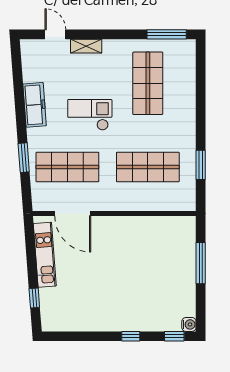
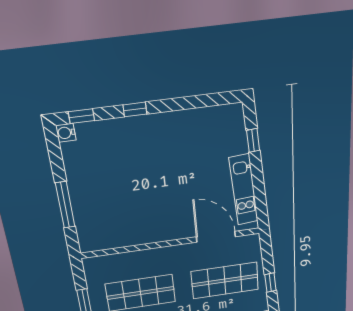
window: (24, 158) -> (270, 283), width x0.67

